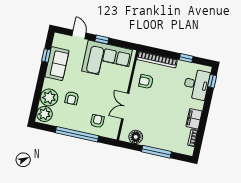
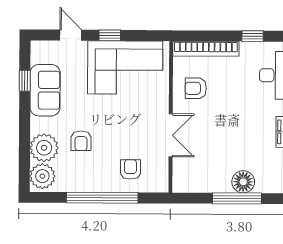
double door: (125, 106) -> (171, 135), swing flipped
floor lamp: (136, 137) -> (243, 182), moved

